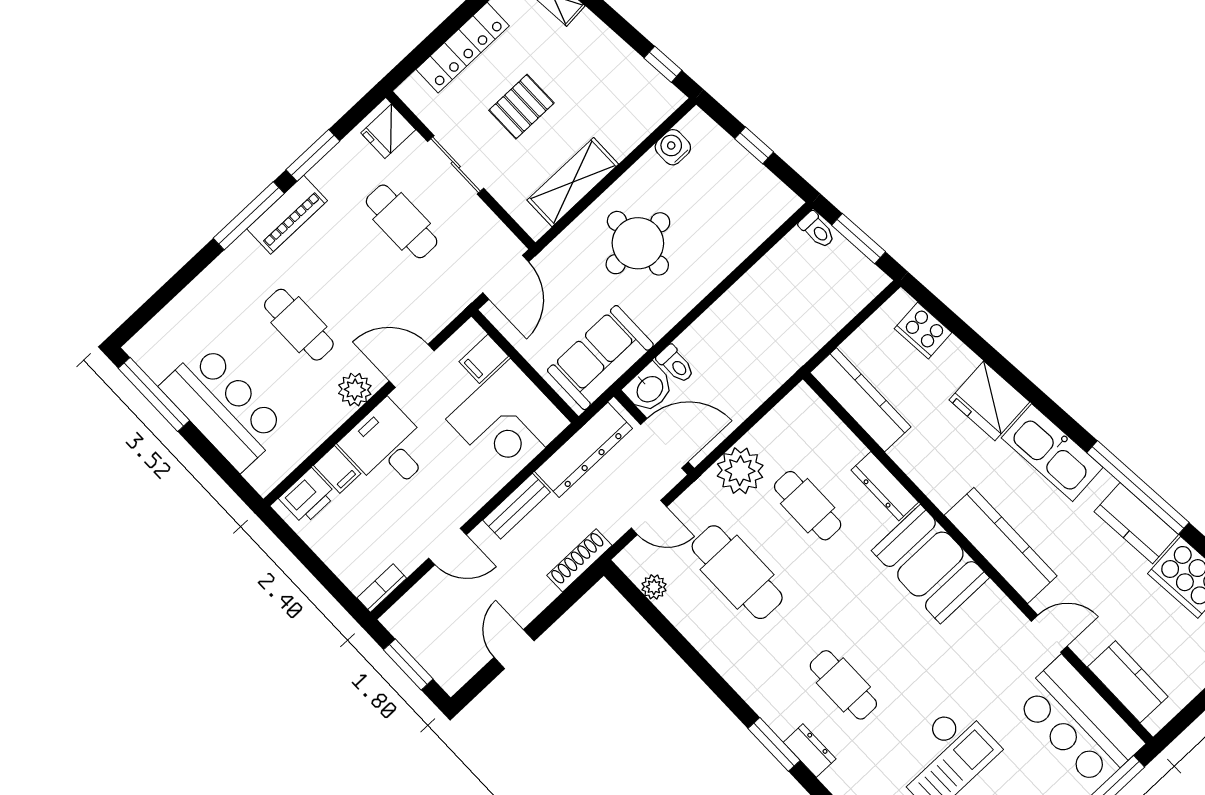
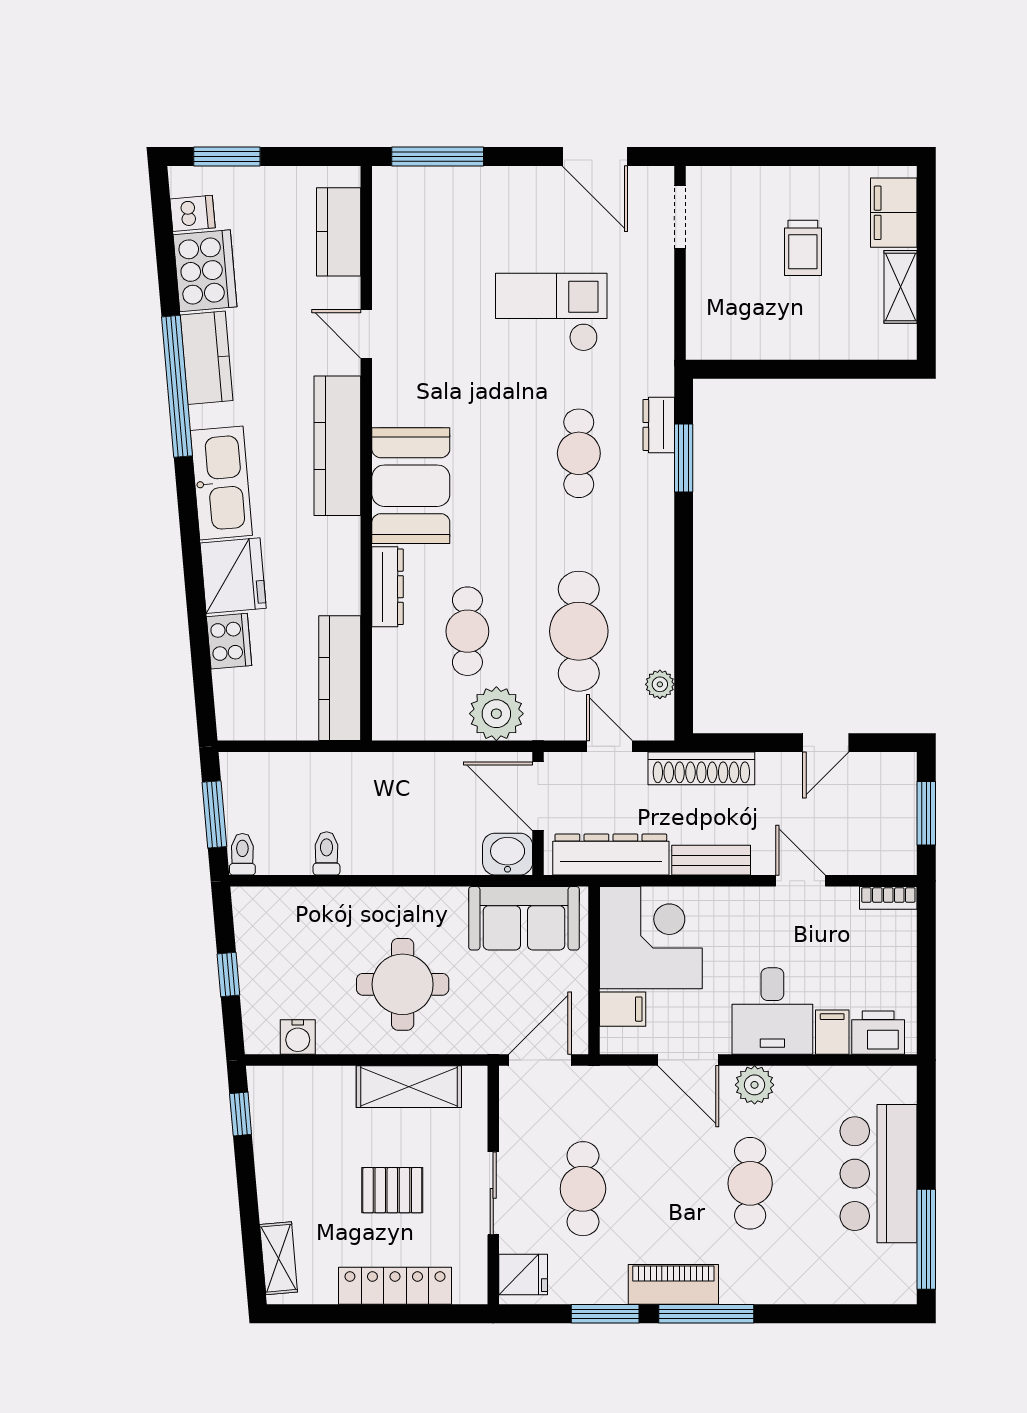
cooker: (923, 331) -> (229, 641), moved
toilet: (676, 364) -> (327, 853), moved
shoe rack: (579, 560) -> (701, 768), width x1.36, depth x1.24
bar counter: (1079, 722) -> (411, 237), removed

